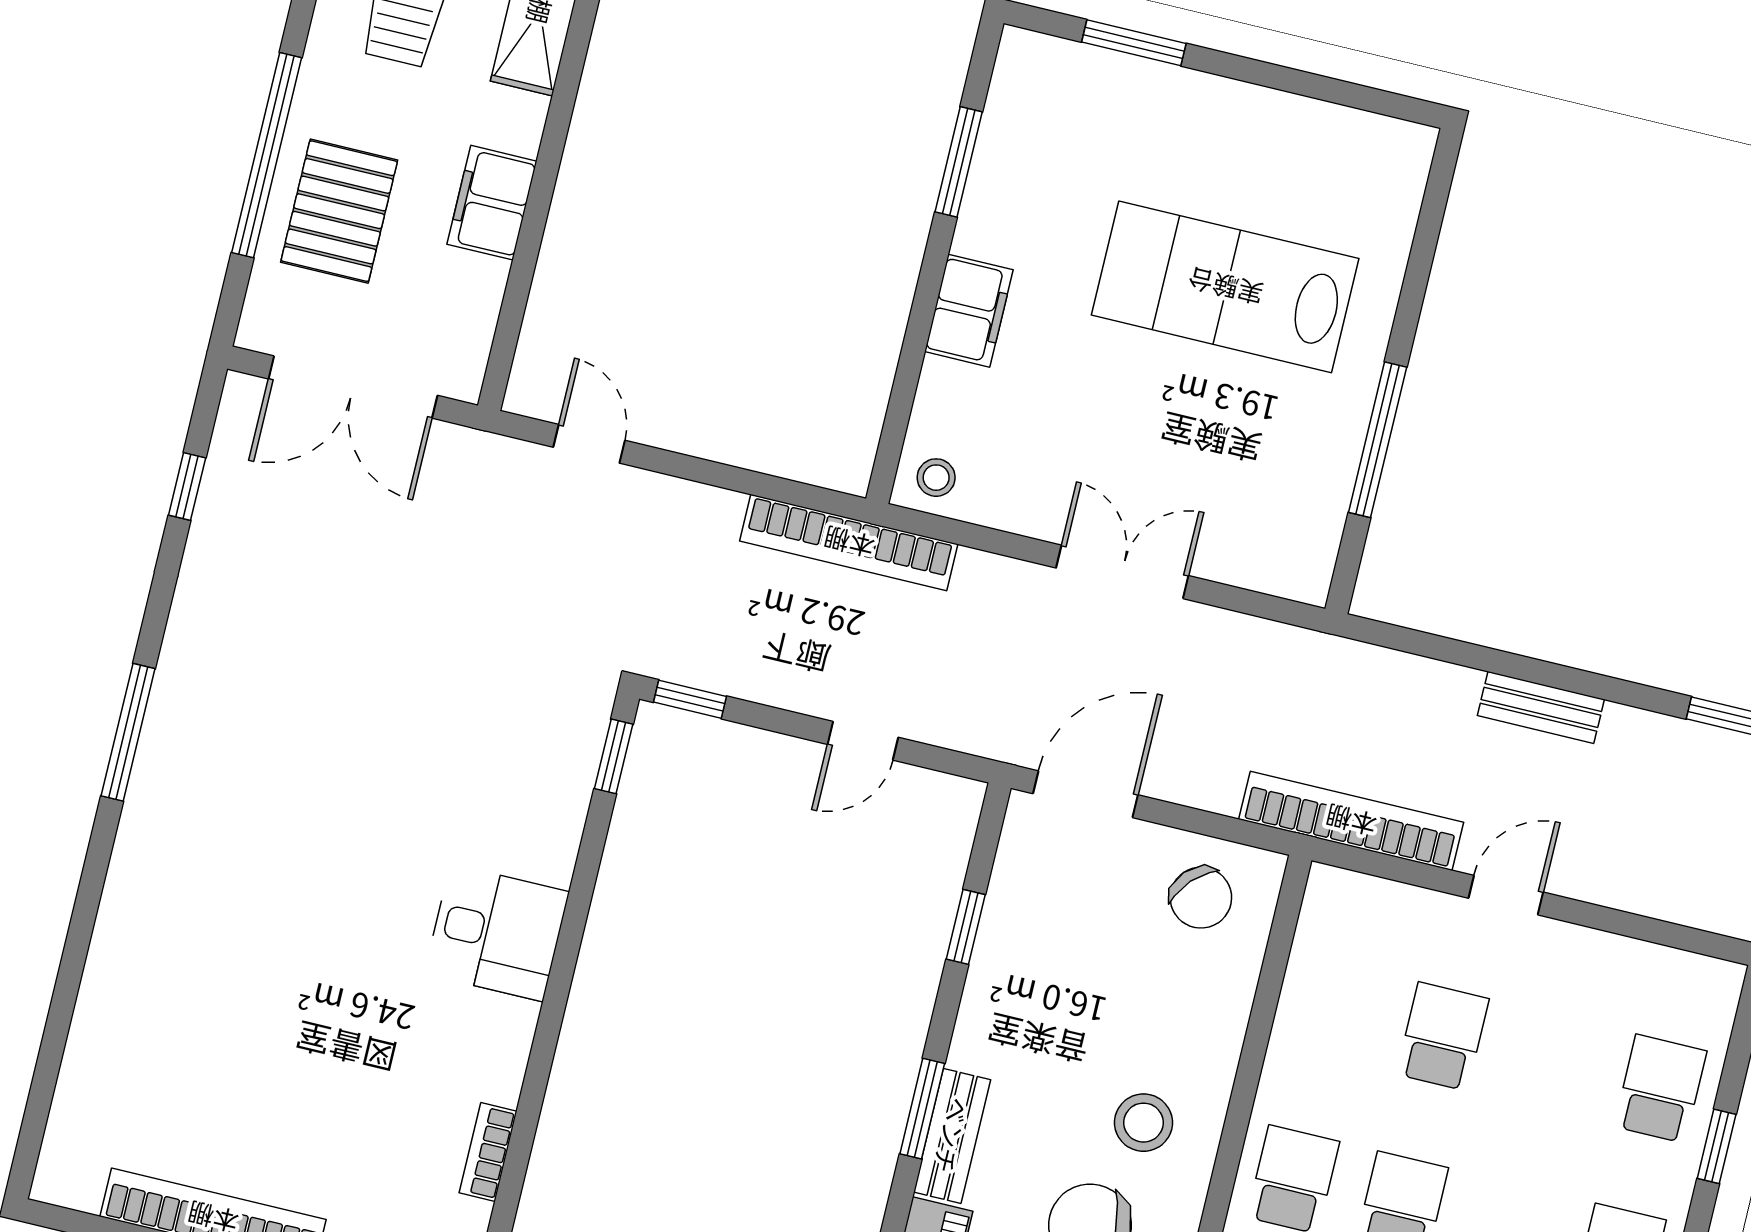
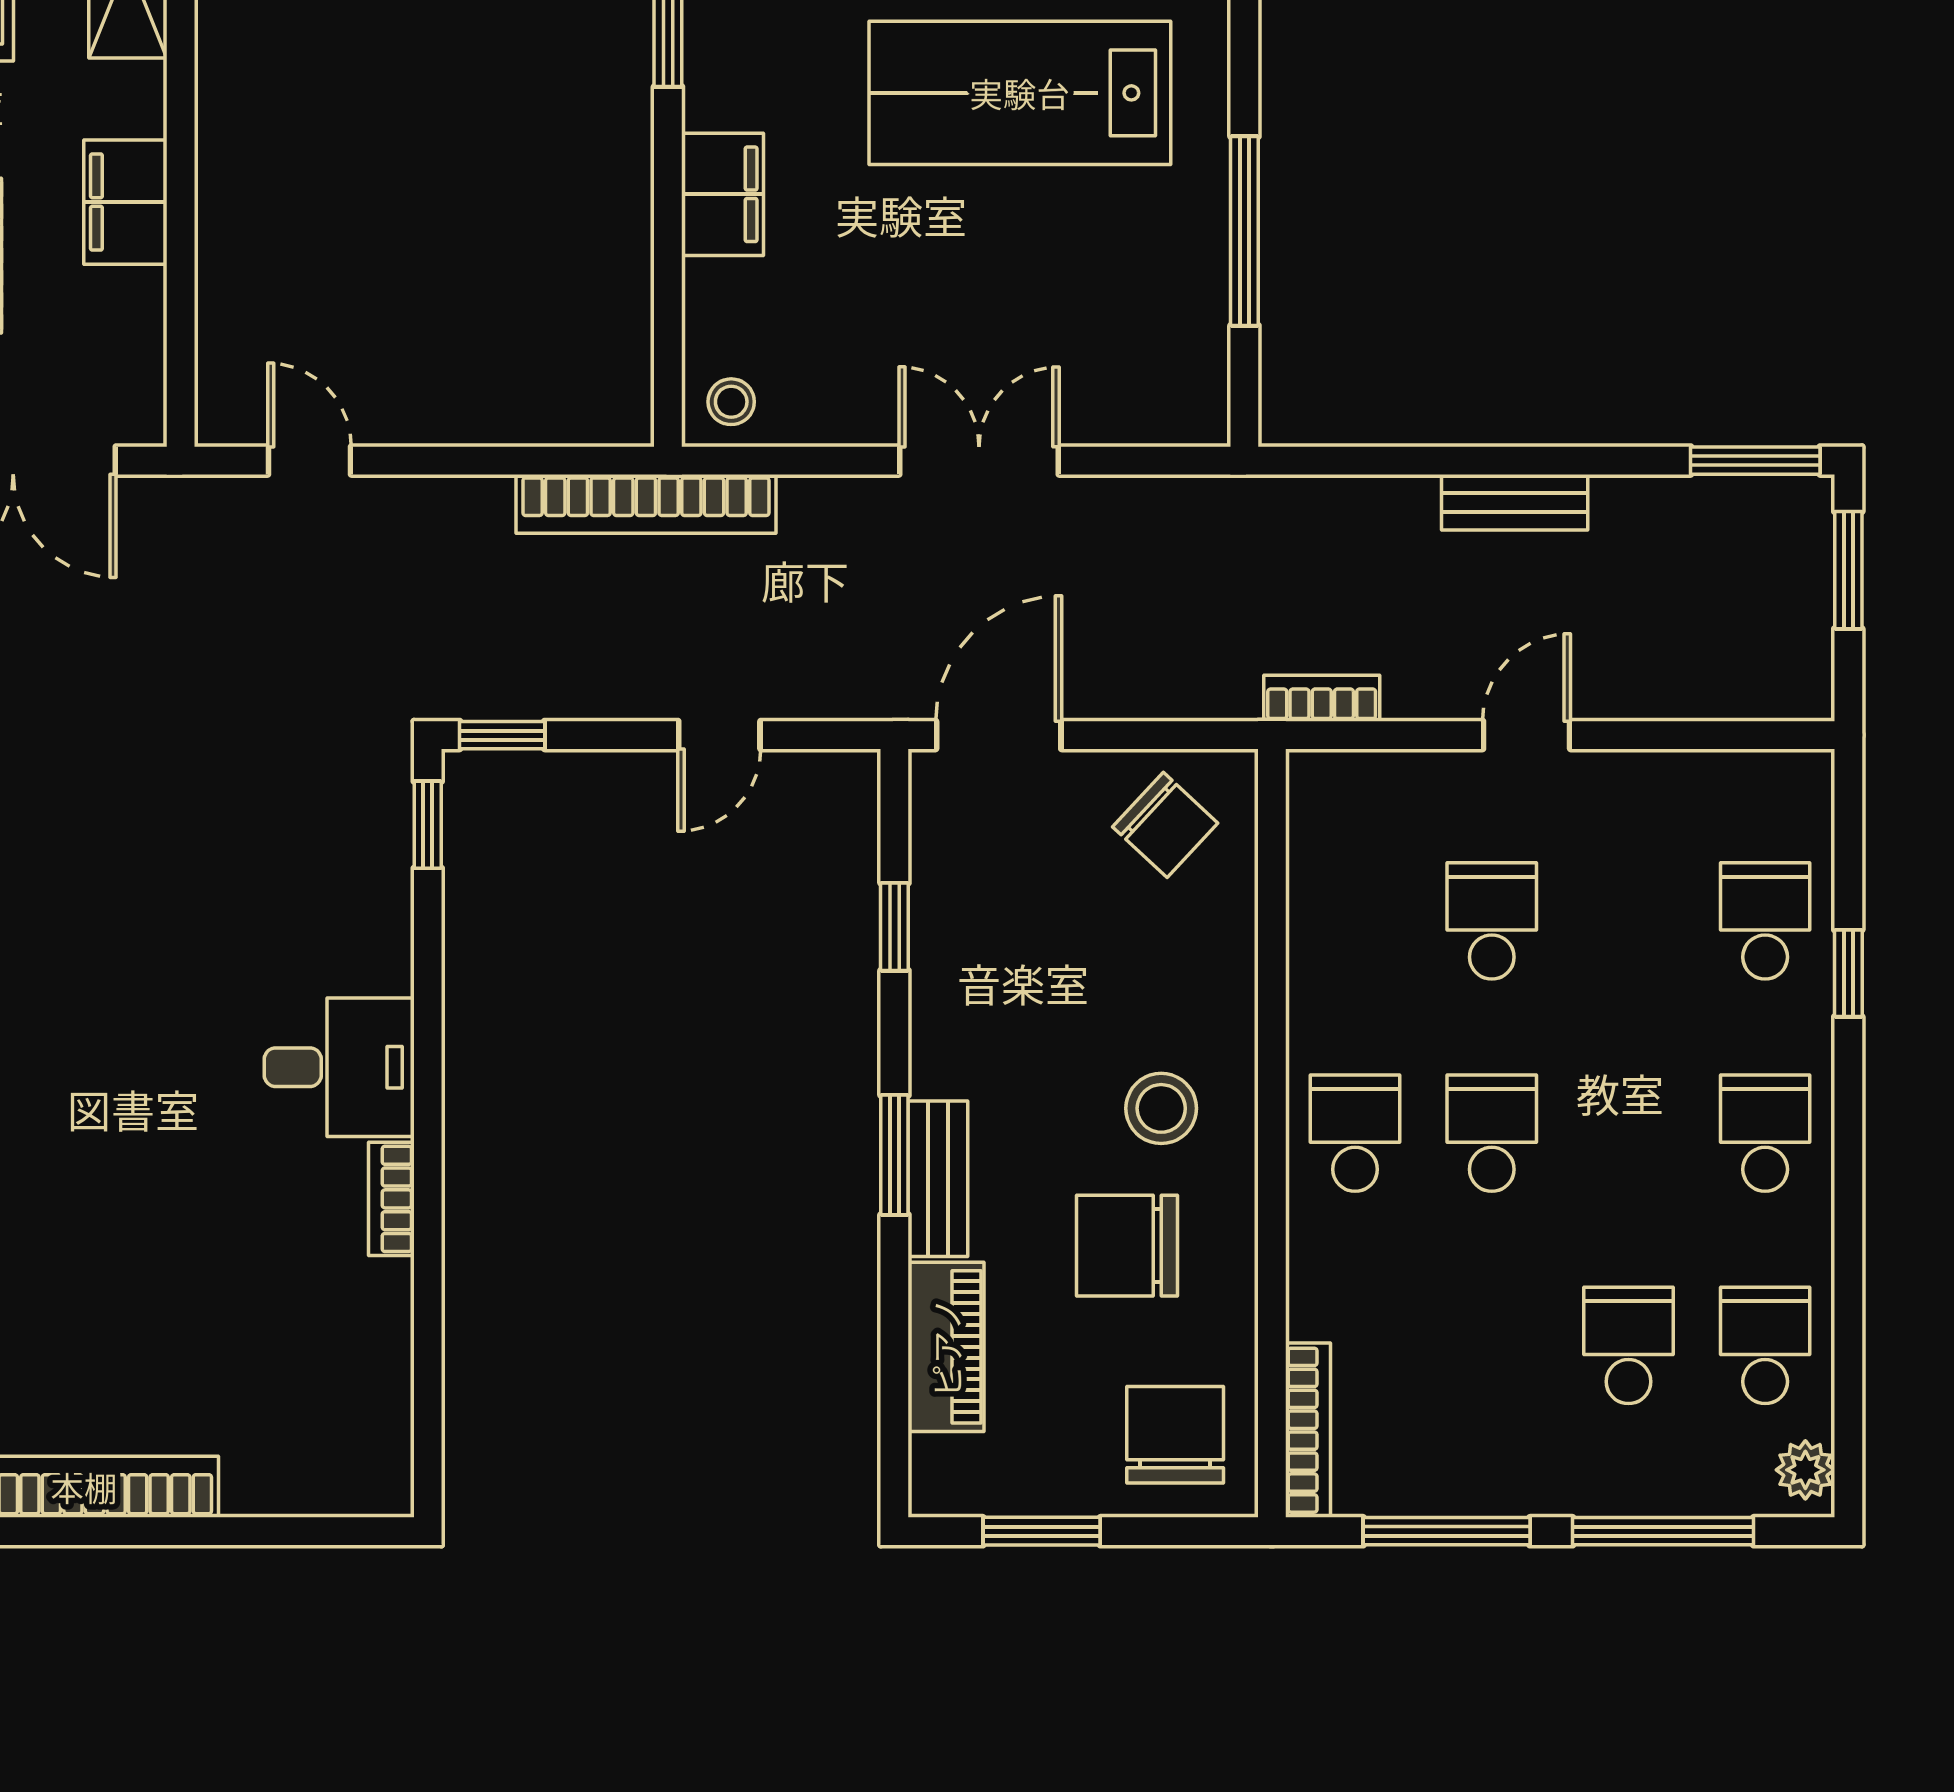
bookcase: (1351, 821) -> (1322, 698), width x0.43, depth x0.76
bookcase: (488, 1152) -> (391, 1199), moved

